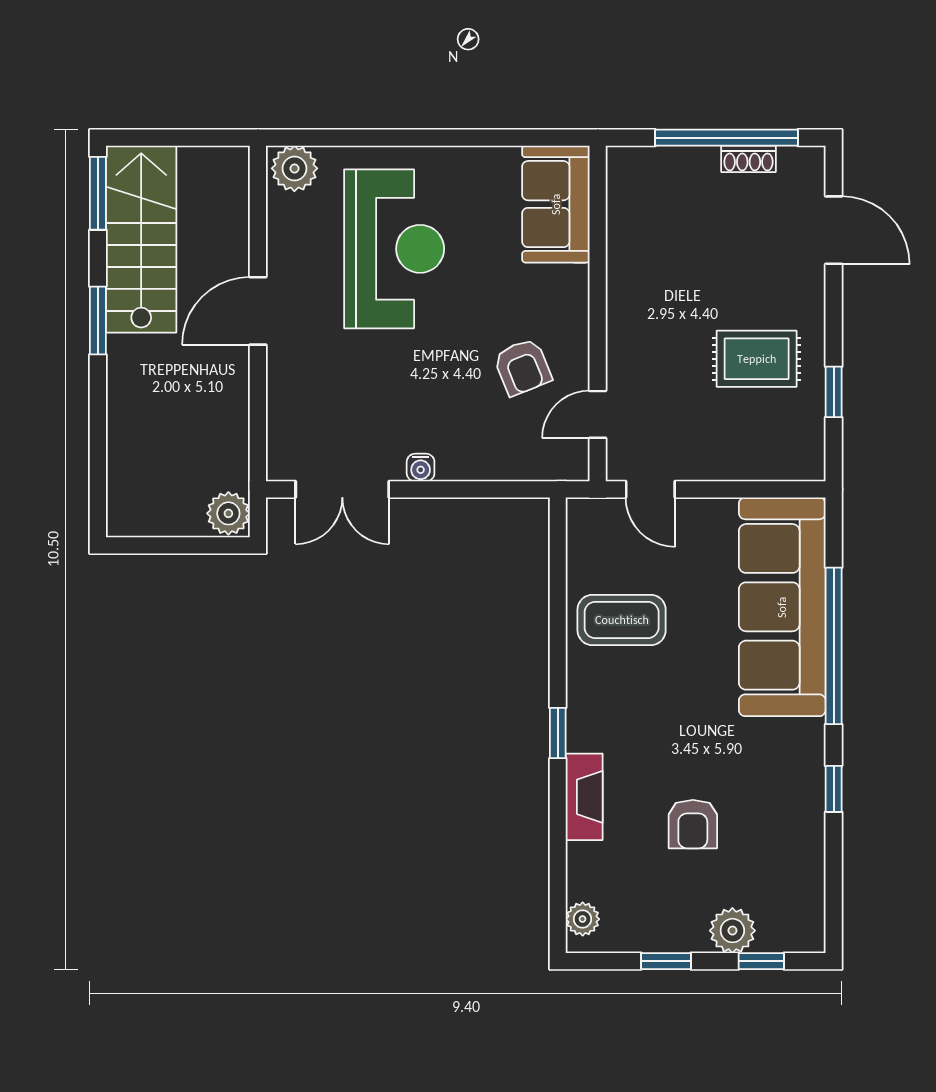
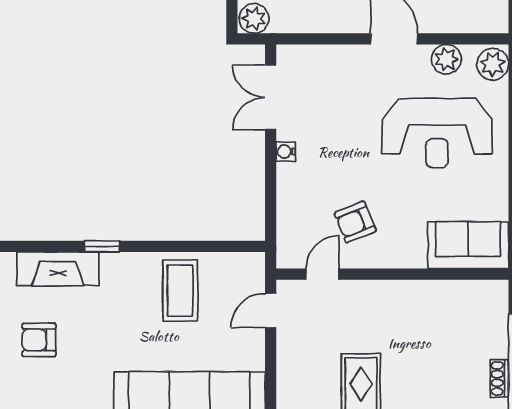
plant: (287, 235) -> (446, 59), added
door: (598, 414) -> (323, 274), hinge flipped
fireplace: (584, 797) -> (58, 269), width x1.37, depth x1.32

